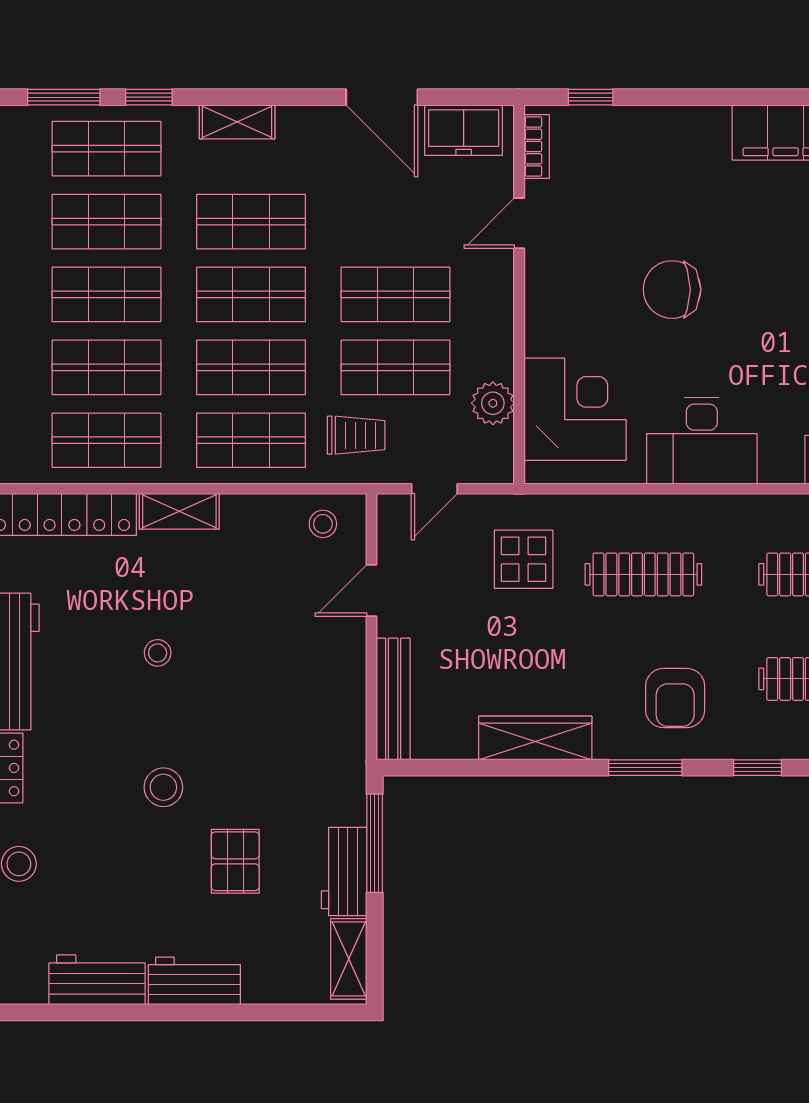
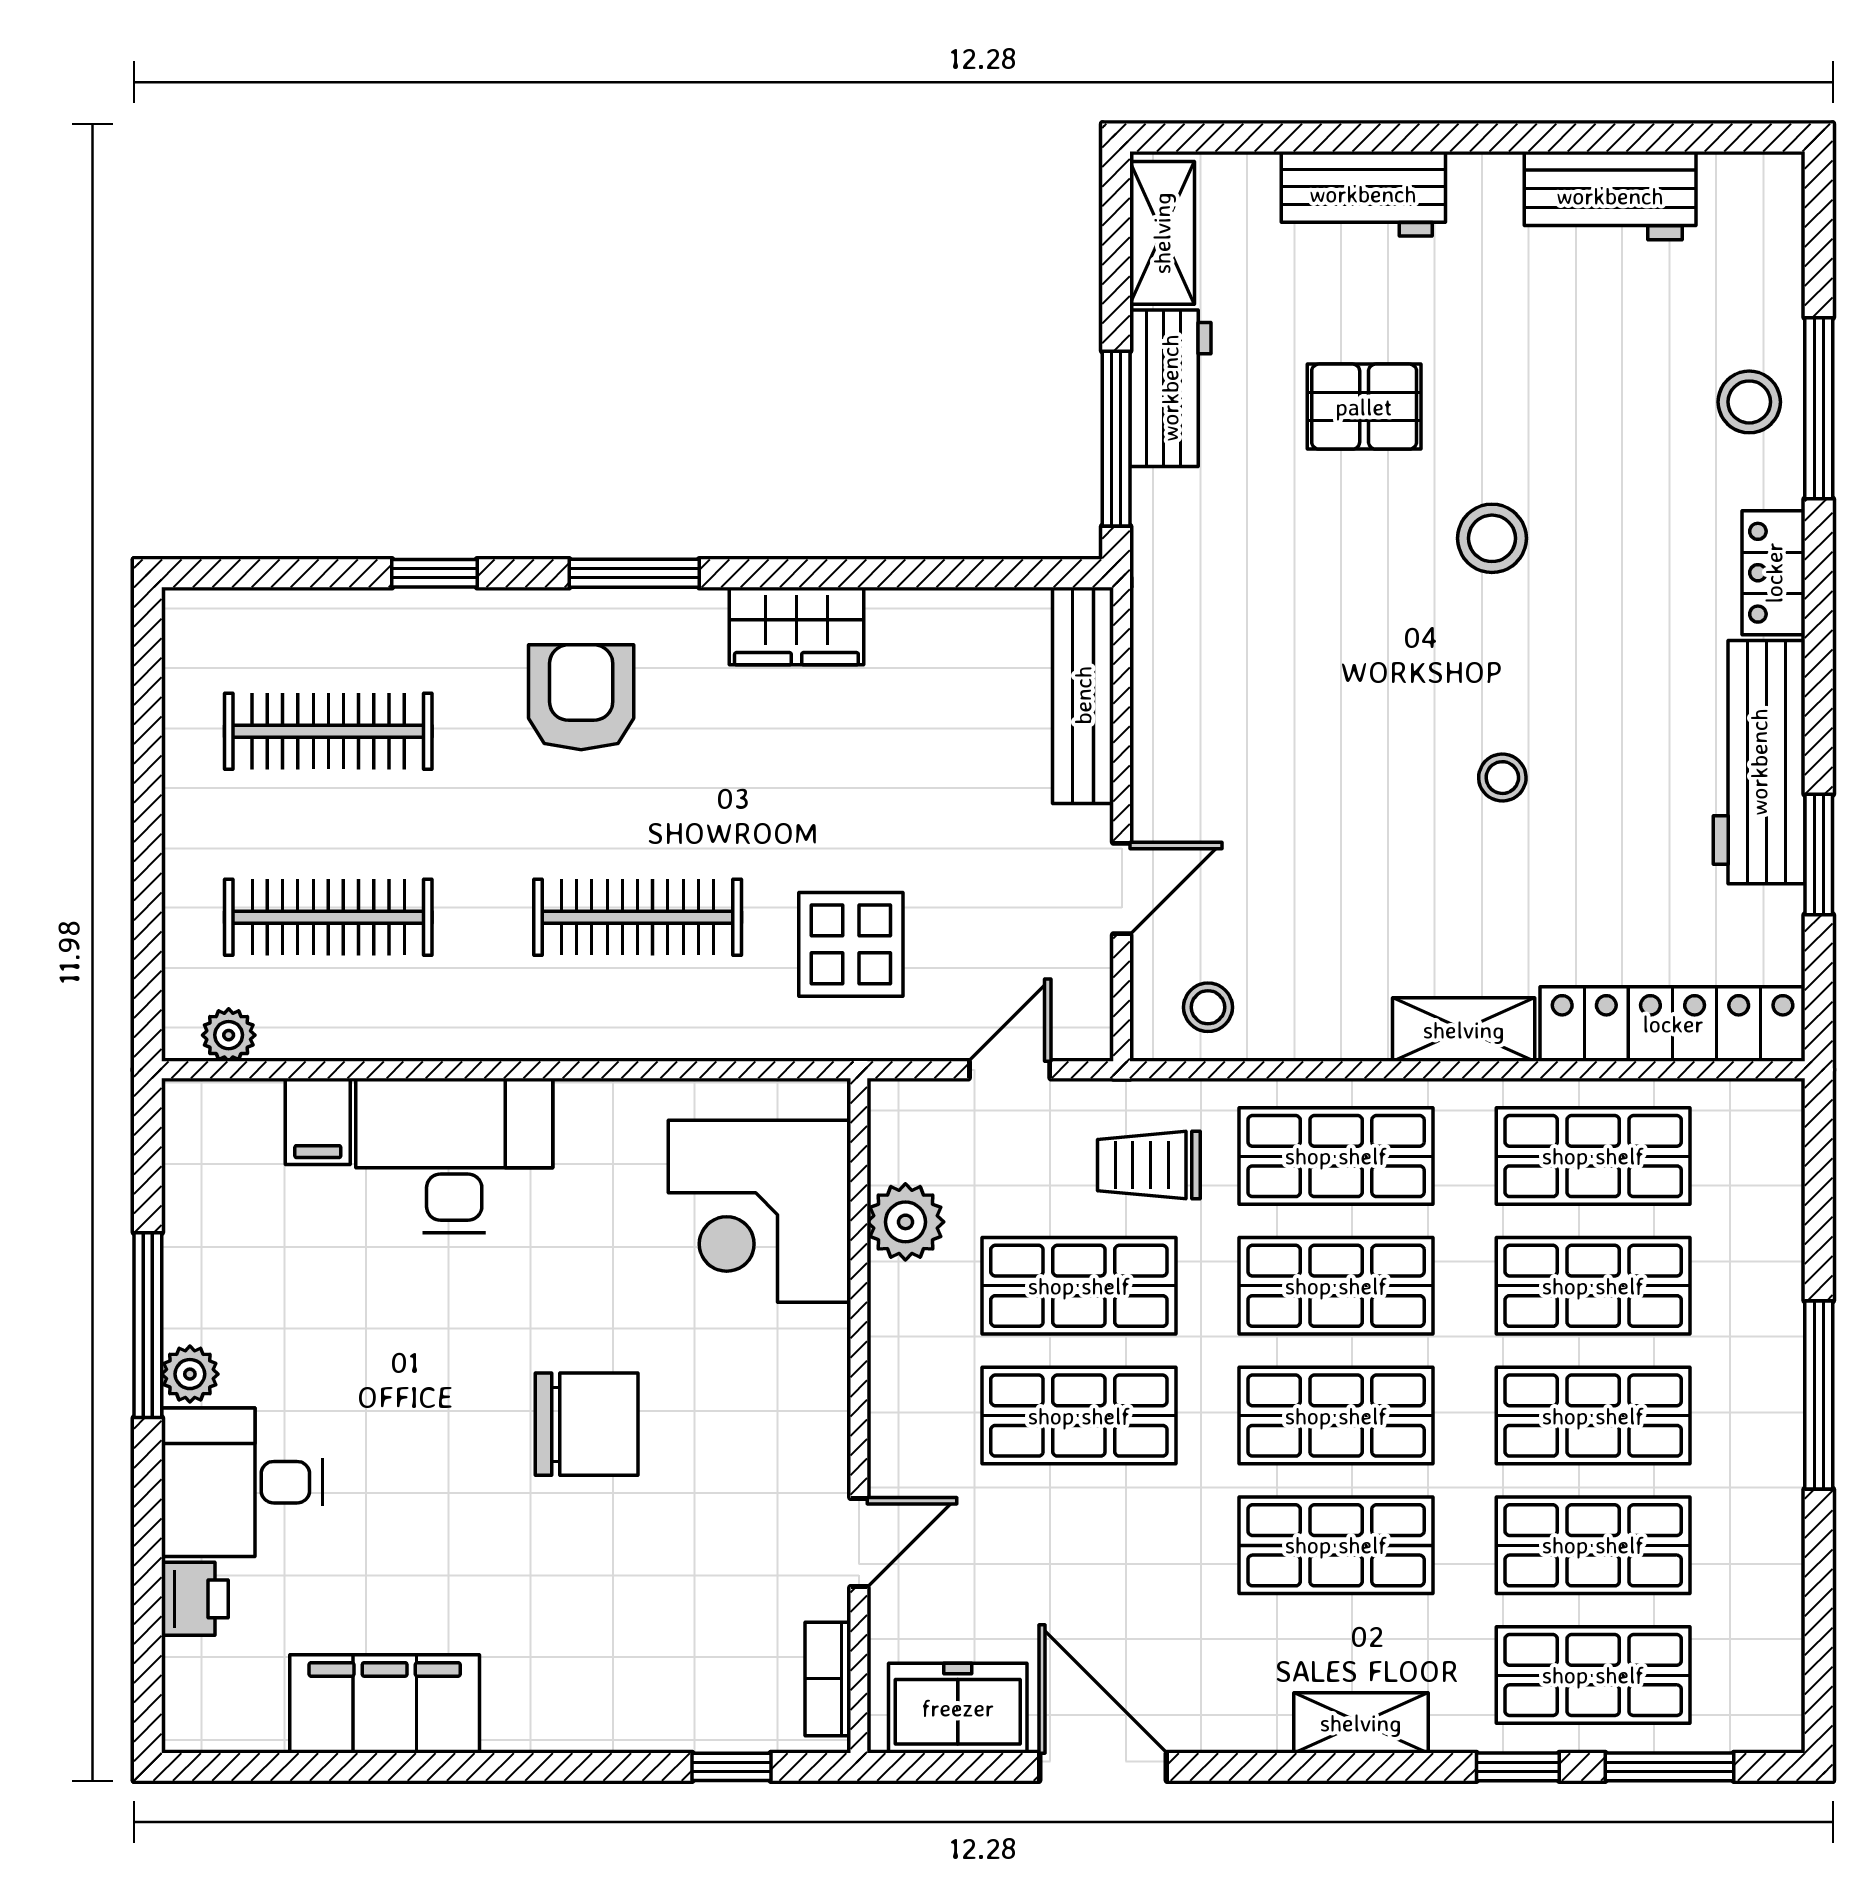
desk: (702, 441) -> (454, 1155), moved
wardrobe: (535, 738) -> (796, 626), width x0.67
pallet: (235, 861) -> (1364, 407), turned 90
workbench: (194, 981) -> (1363, 194), moved

